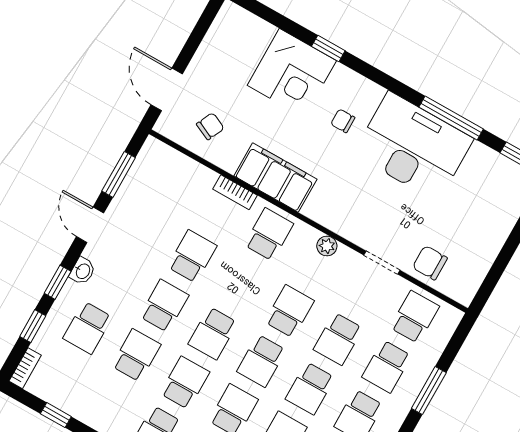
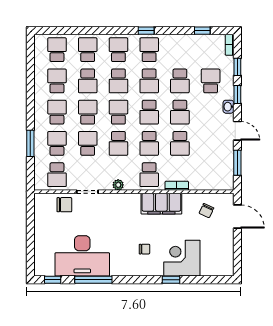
desk: (413, 146) -> (82, 256), moved
school desk: (241, 284) -> (149, 143), added
school desk: (213, 333) -> (149, 112), turned 180

